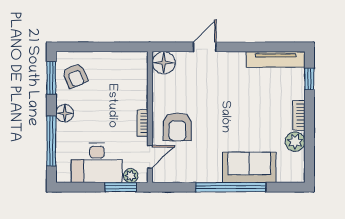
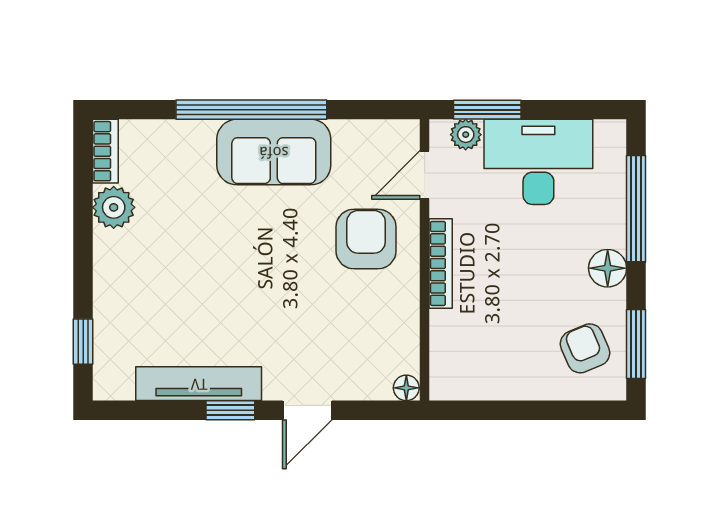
window: (241, 47) -> (230, 410), added
tv unit: (276, 59) -> (199, 384), moved
floor lamp: (164, 63) -> (406, 388), width x0.53, depth x0.53
bookcase: (299, 115) -> (105, 151), moved
bookcase: (142, 123) -> (441, 263), width x1.56
sofa: (249, 167) -> (274, 152), moved

